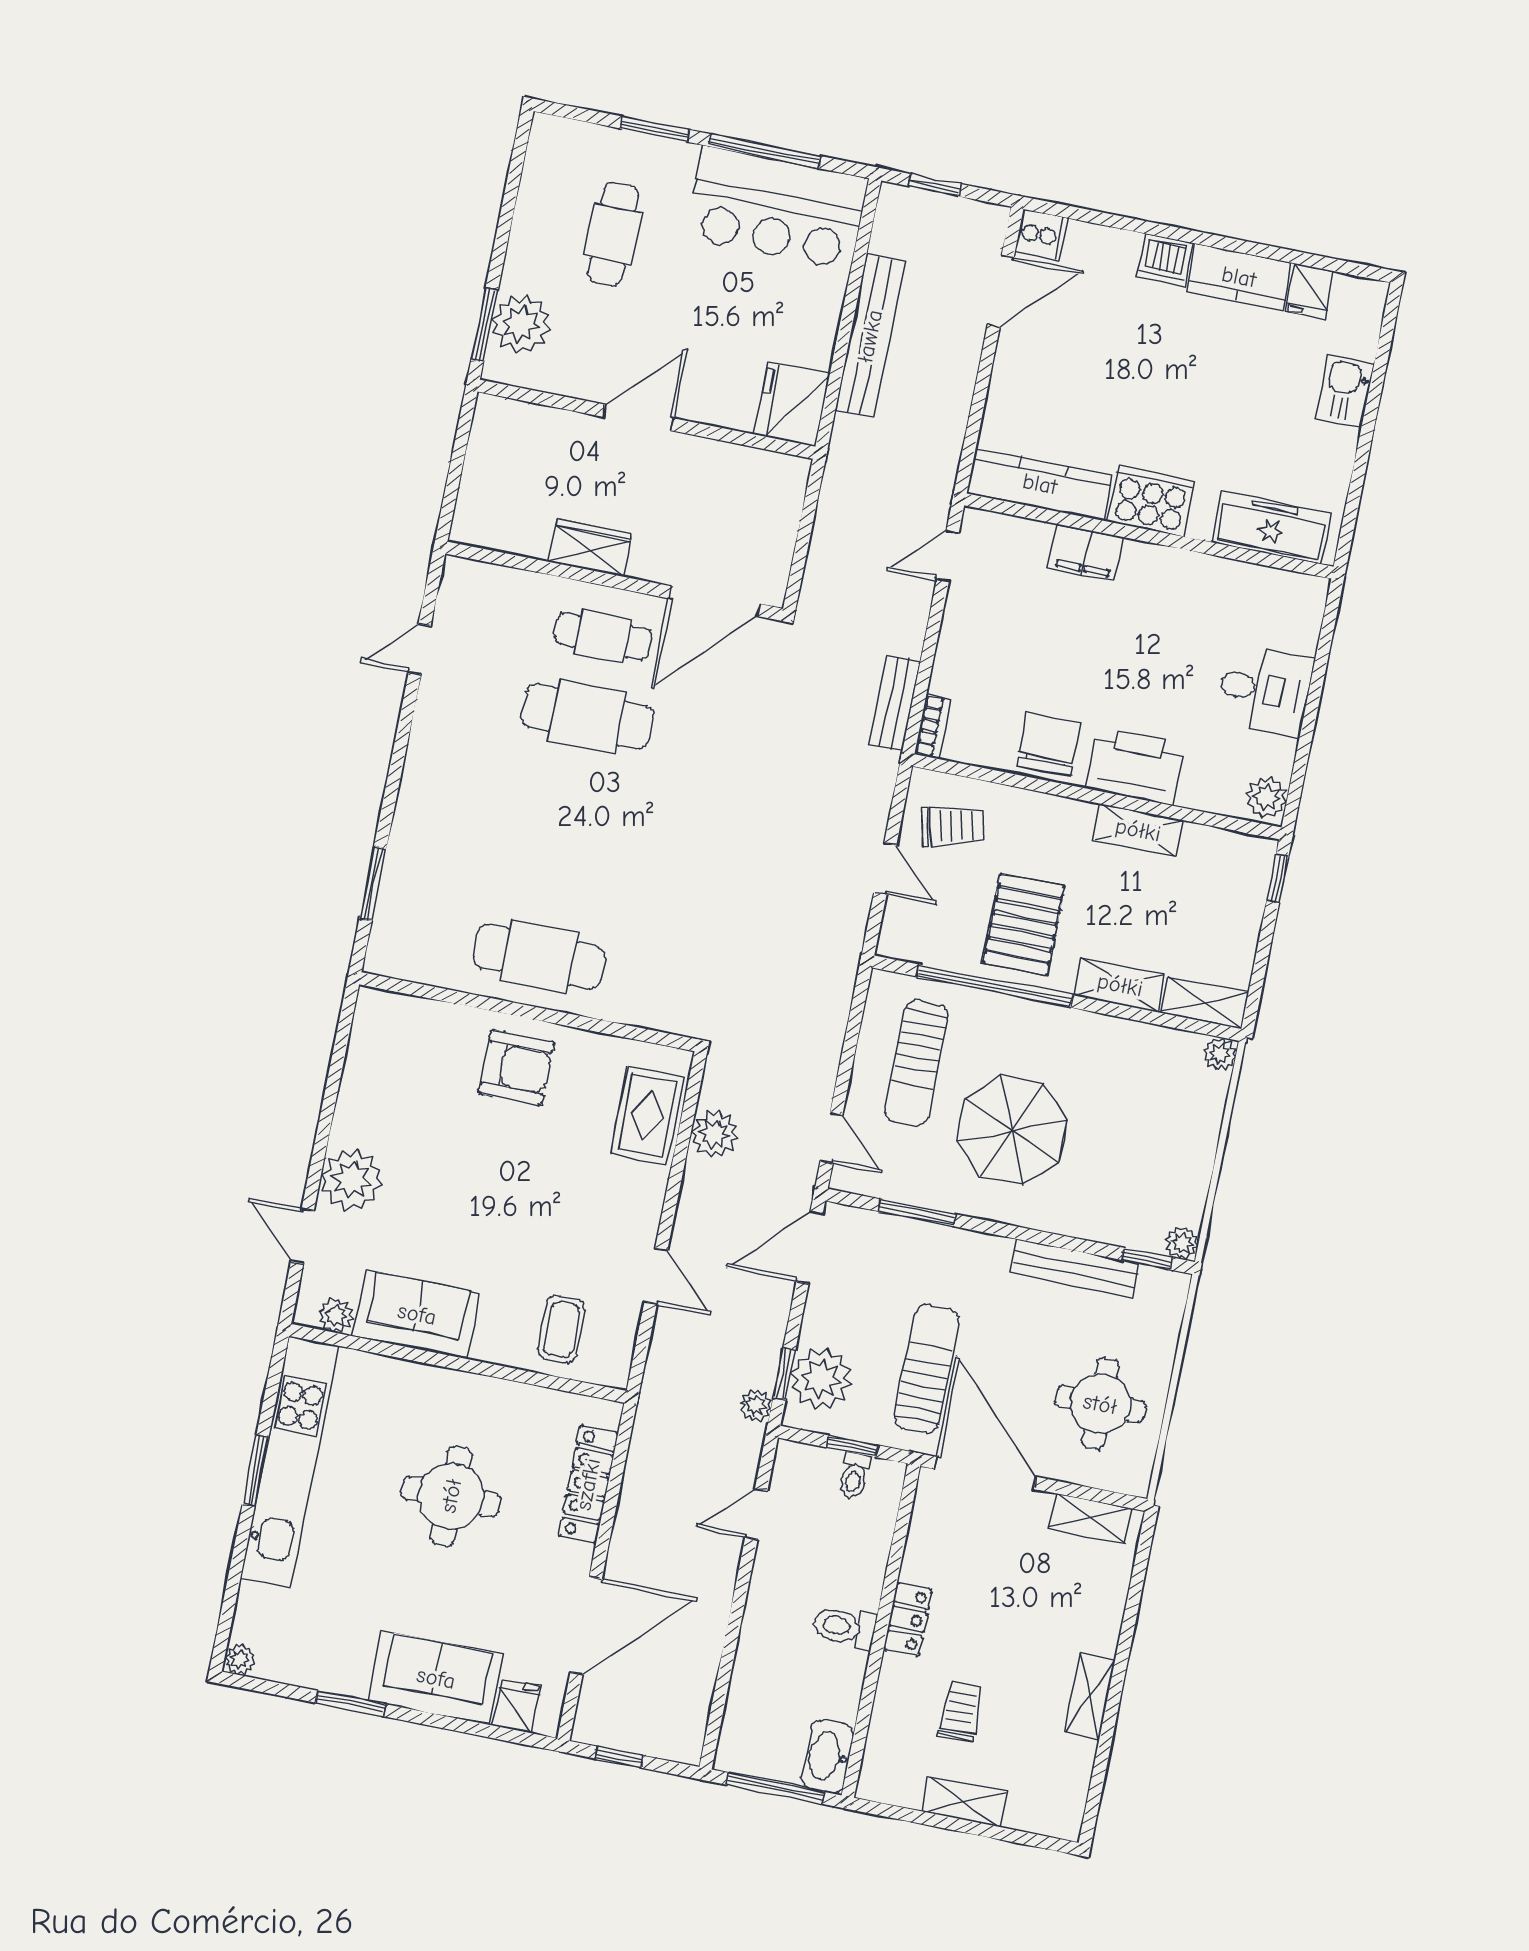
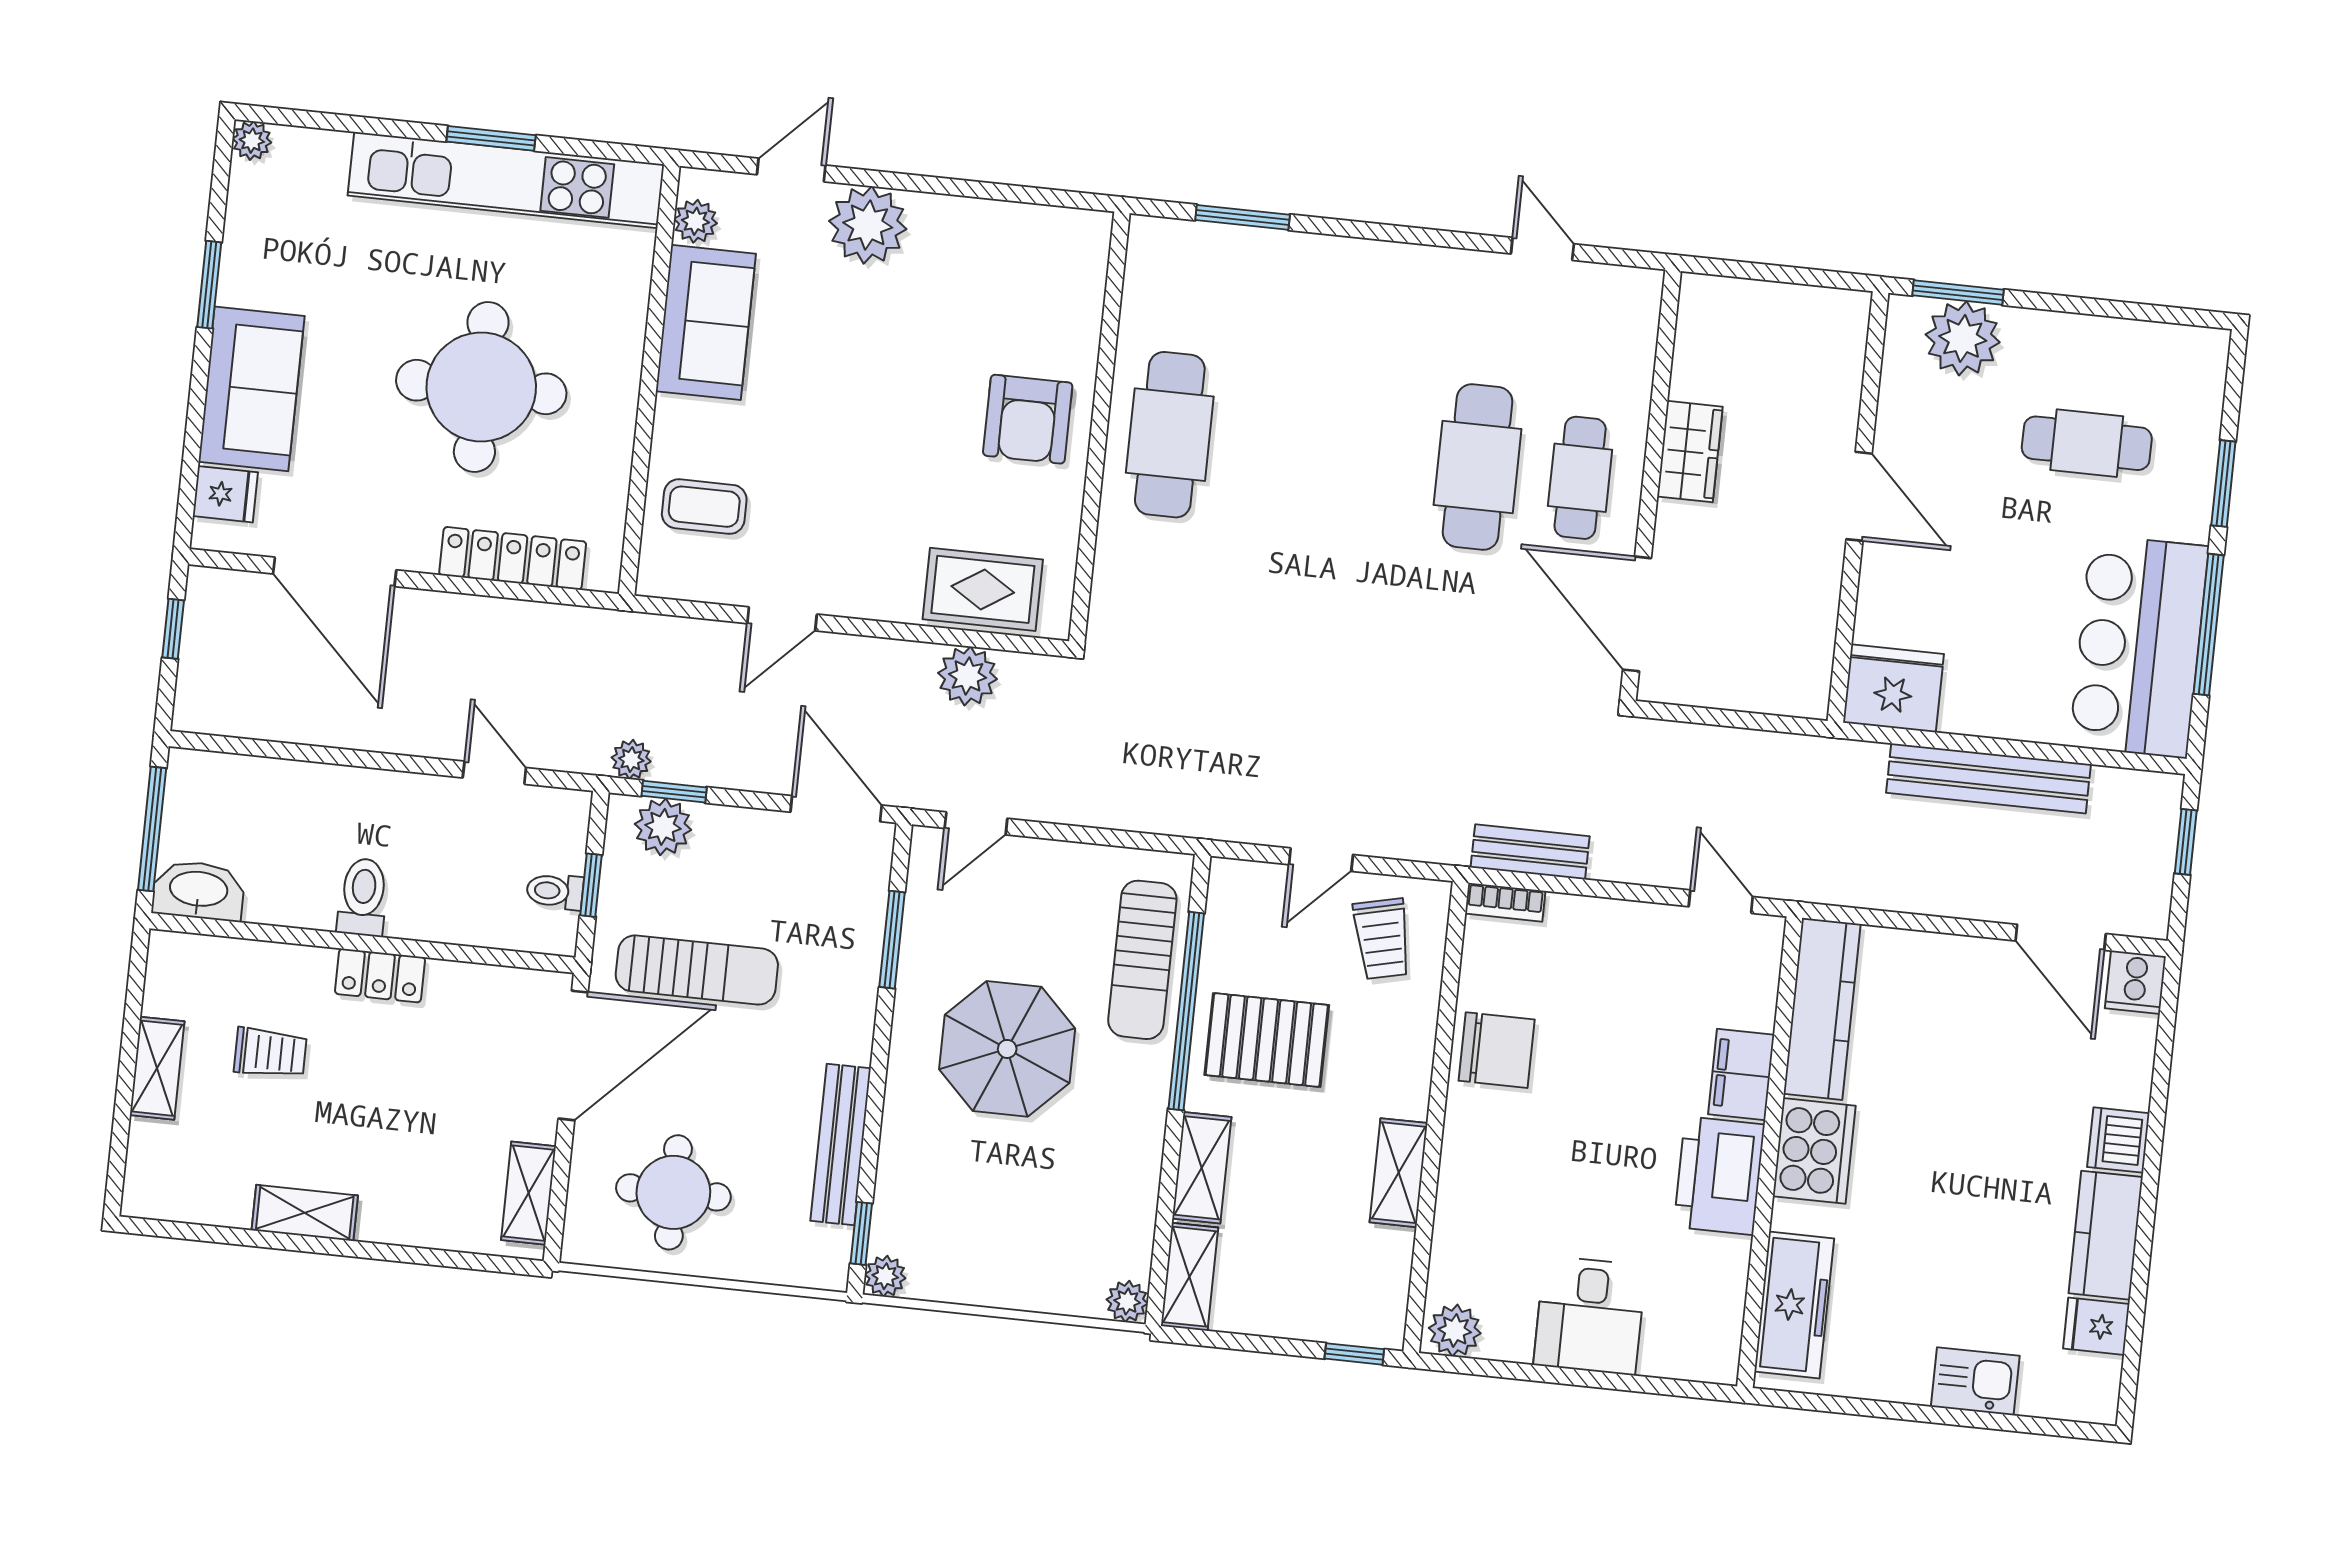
printer: (1135, 766) -> (1719, 1176), moved, turned 180
sun lounger: (916, 1063) -> (1142, 960), moved, turned -90
plant: (821, 1379) -> (663, 827), width x0.73, depth x0.73
round table: (451, 1496) -> (481, 387), width x1.36, depth x1.36

